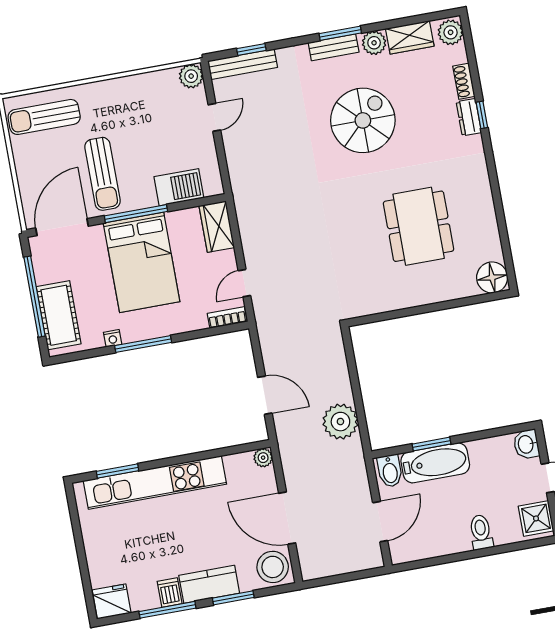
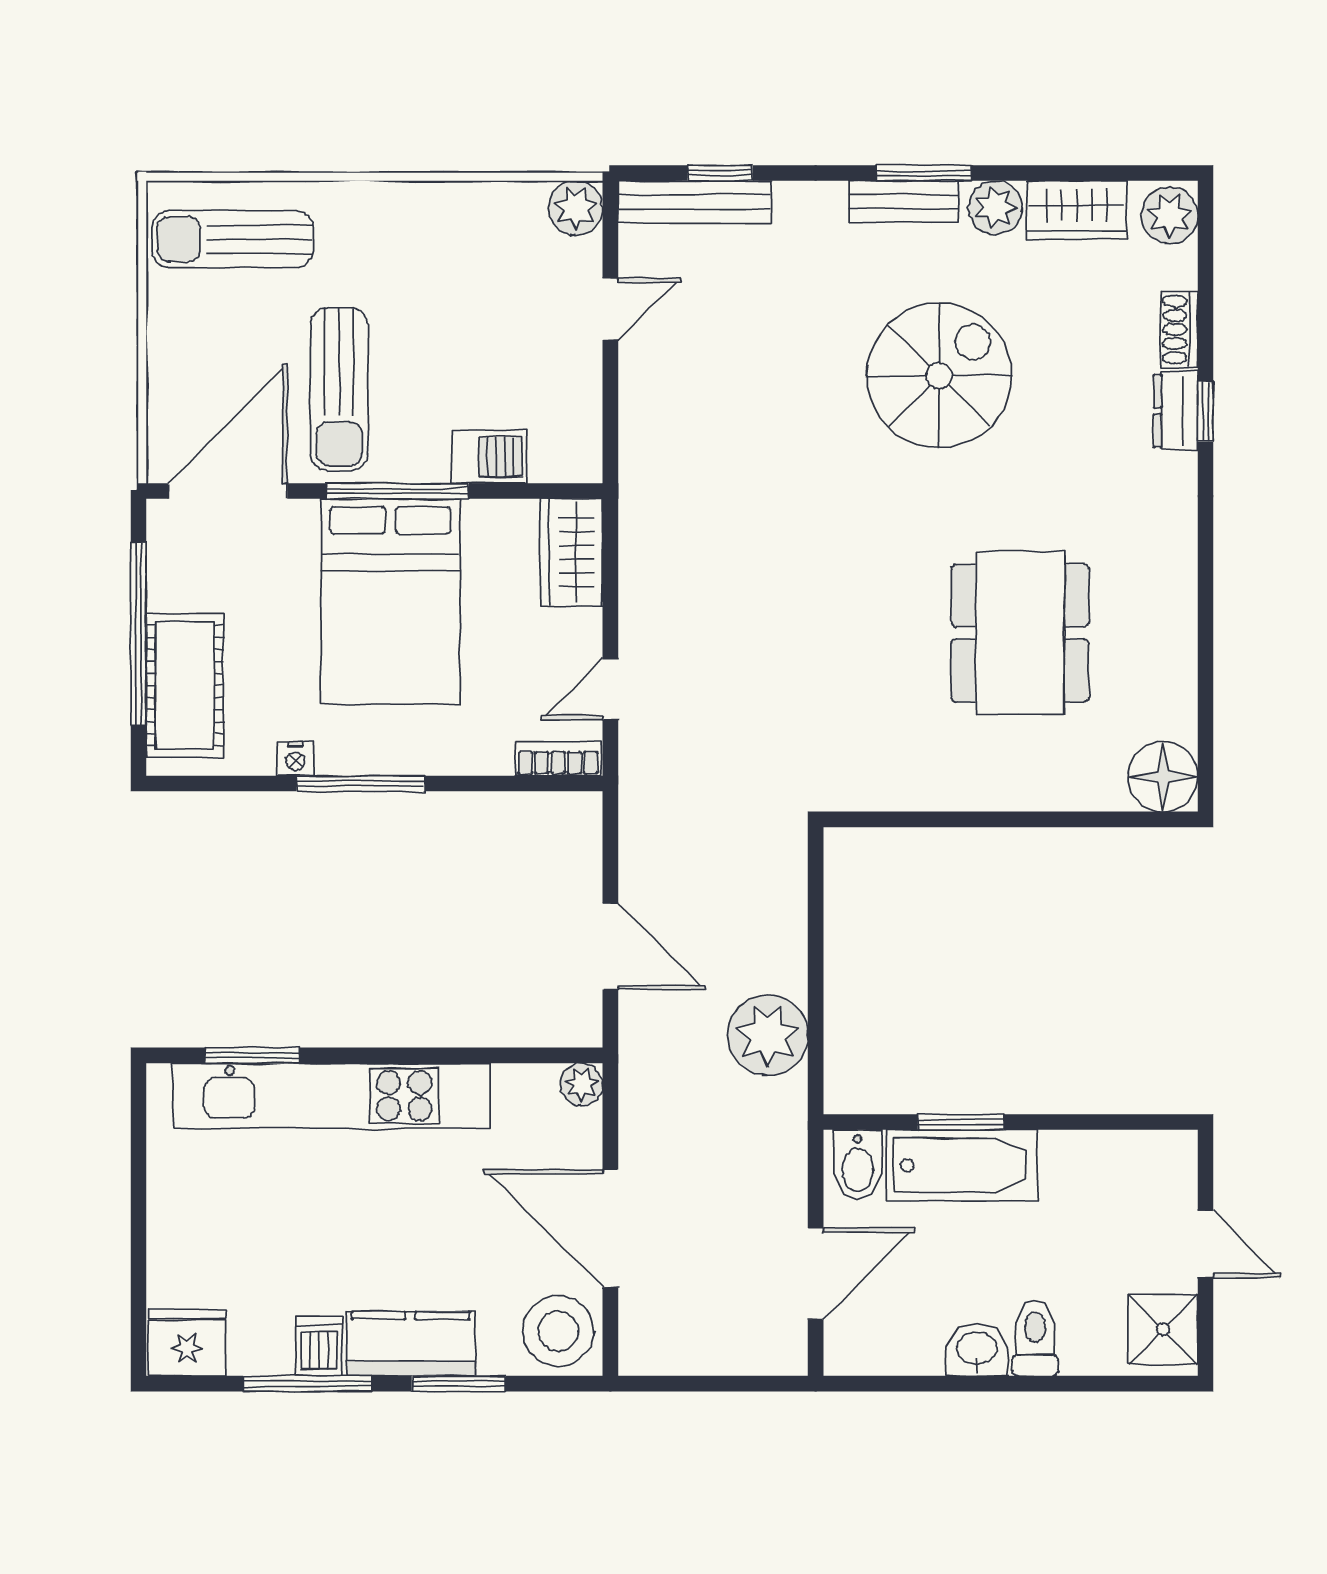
barbecue: (179, 187) -> (489, 457), width x0.73, depth x0.79
washbasin: (526, 444) -> (977, 1350), moved, turned 90

